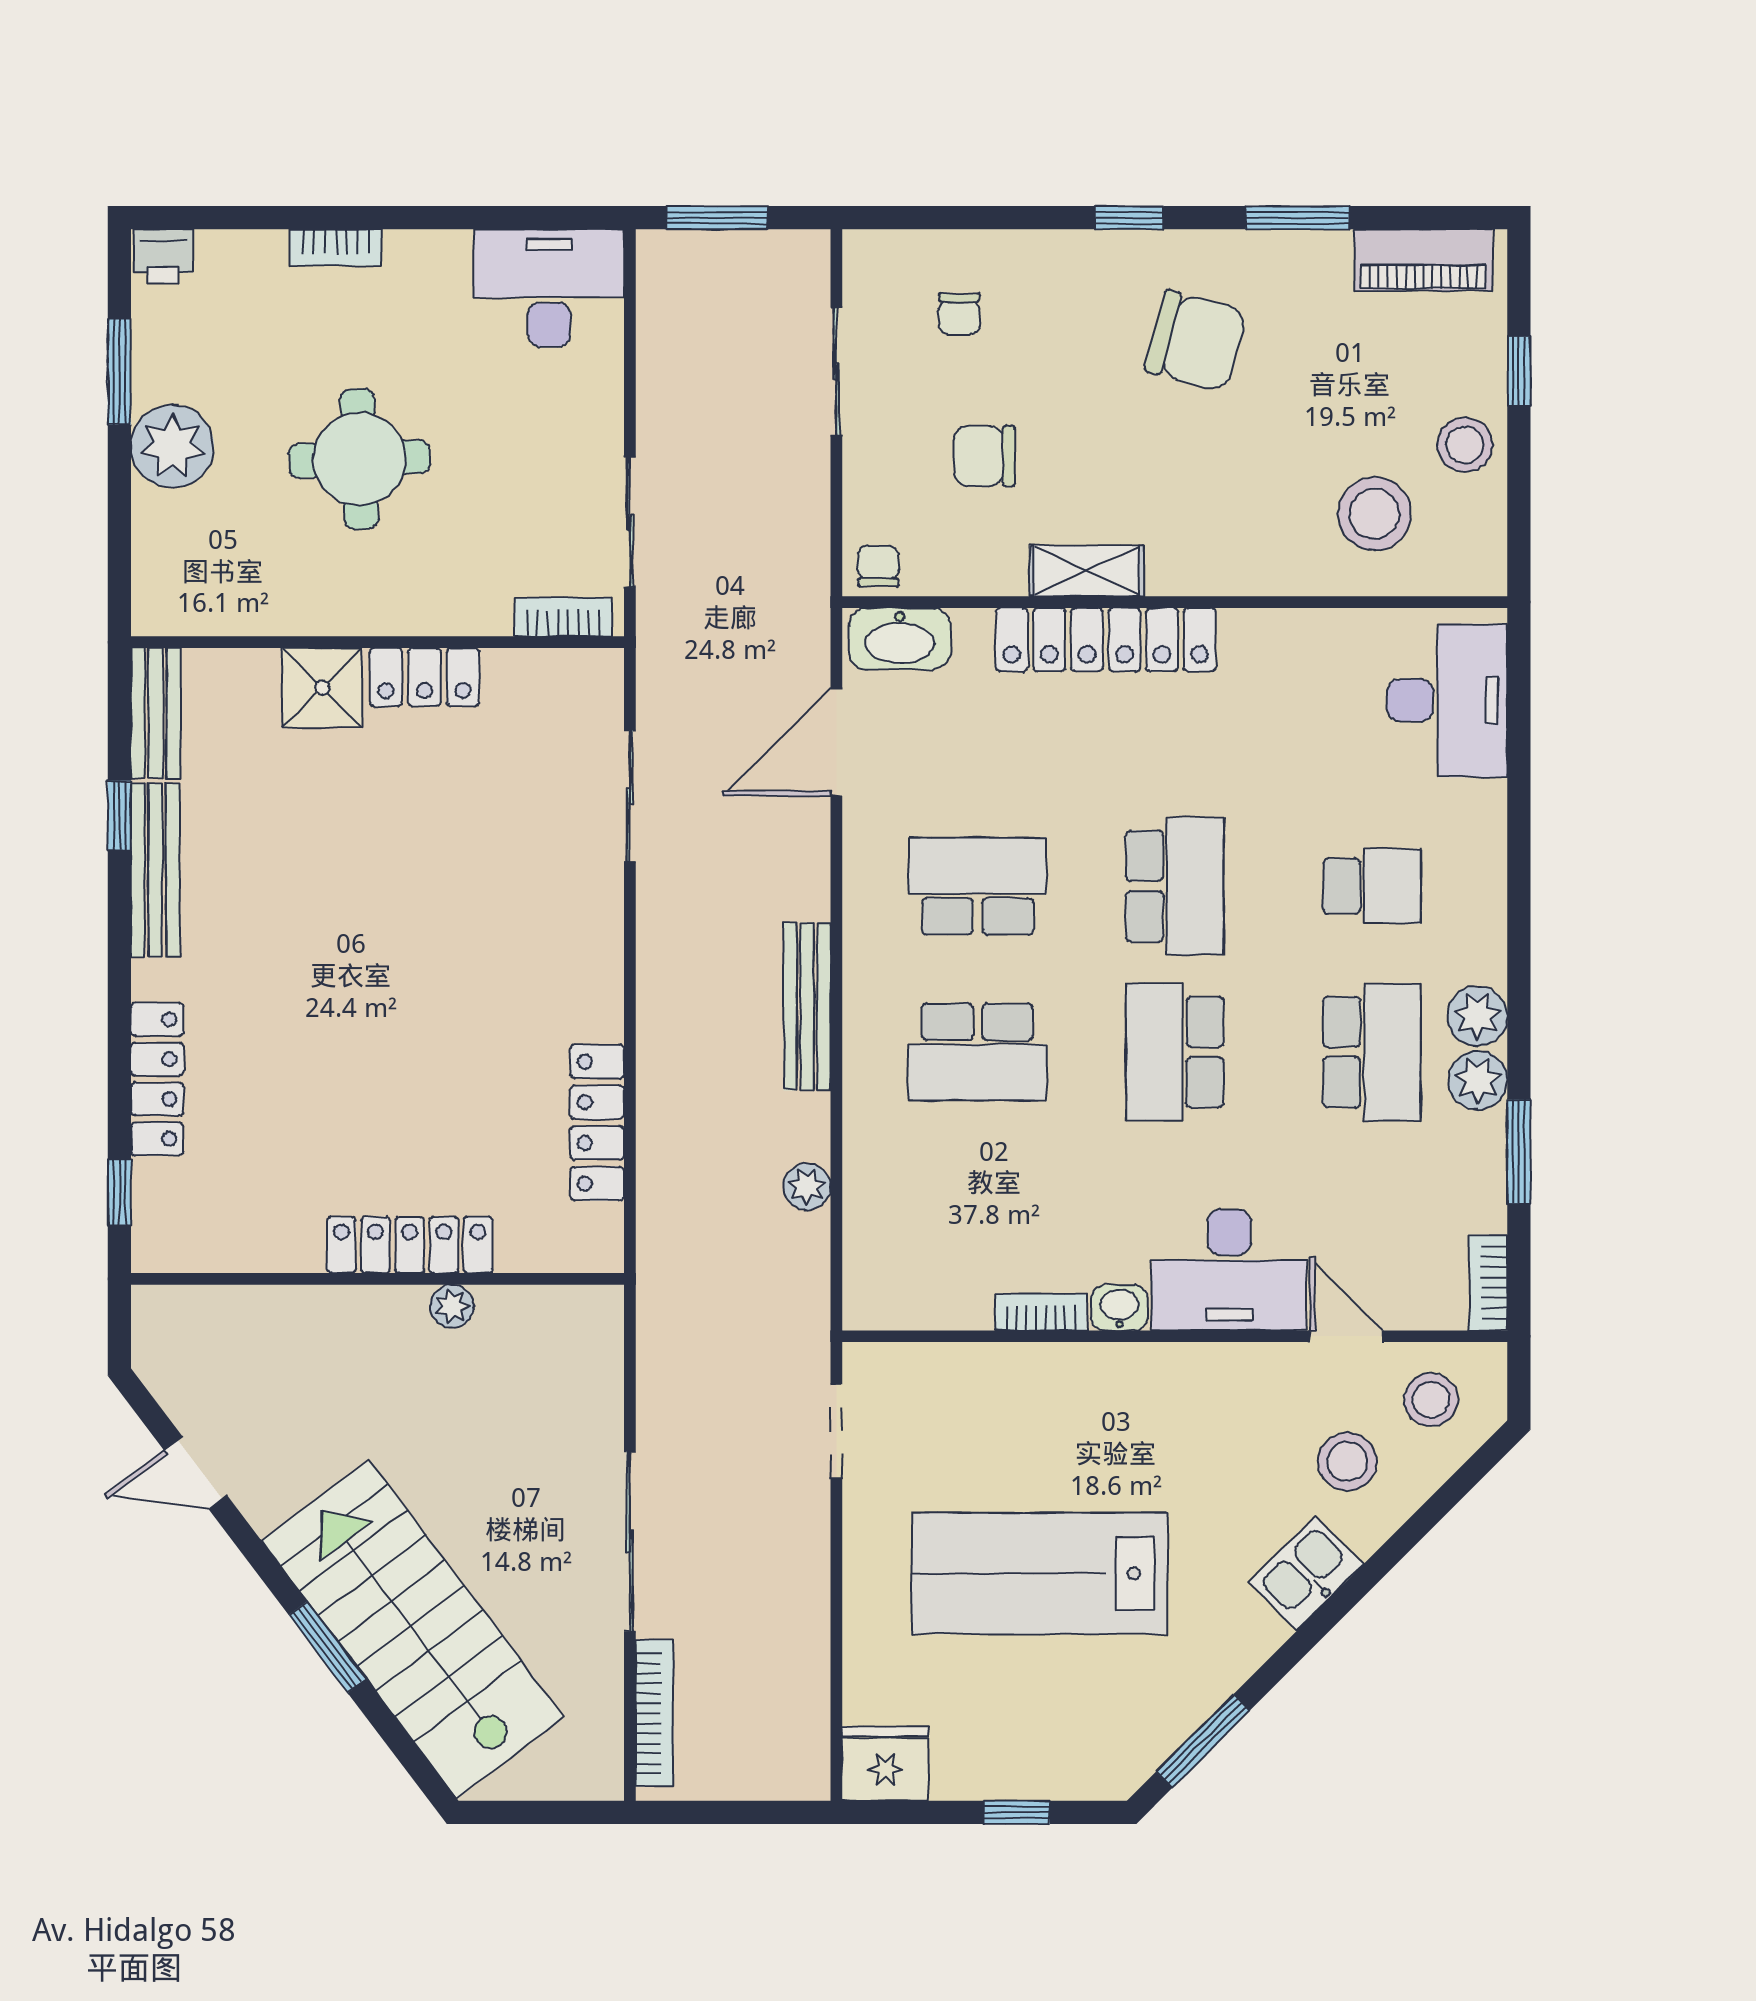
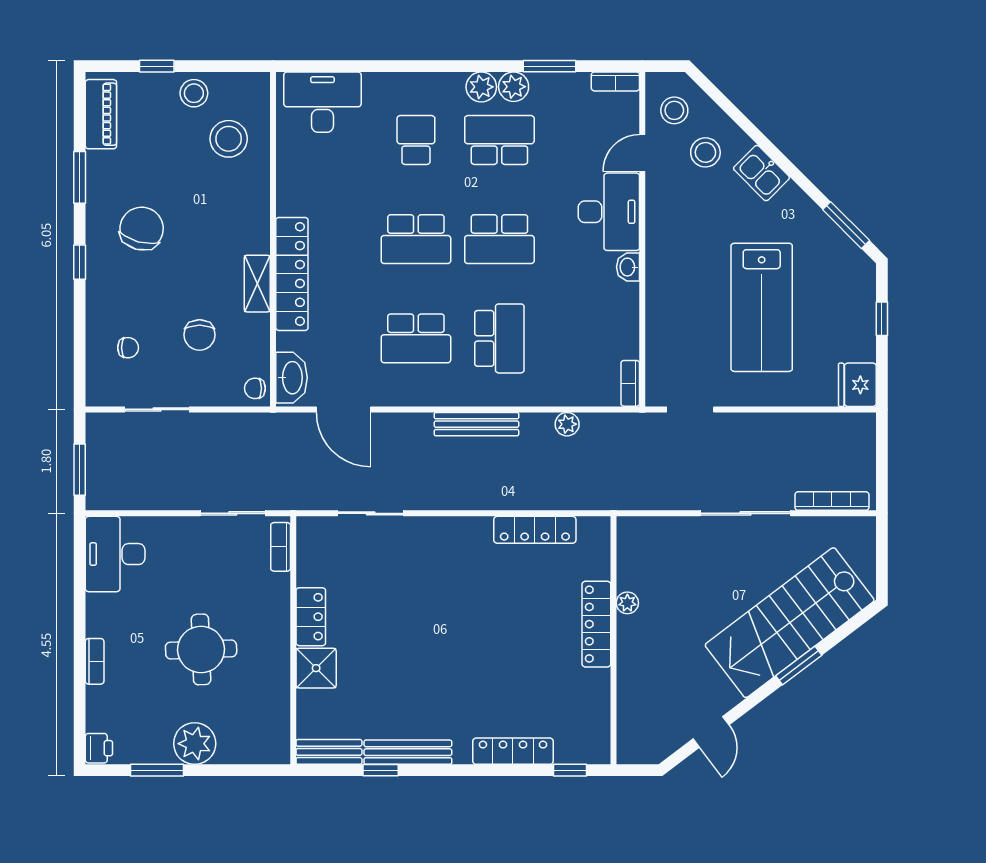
school desk: (978, 886) -> (416, 338), turned -90
school desk: (1175, 886) -> (416, 239), turned 180
bookcase: (1041, 1312) -> (630, 383), moved

